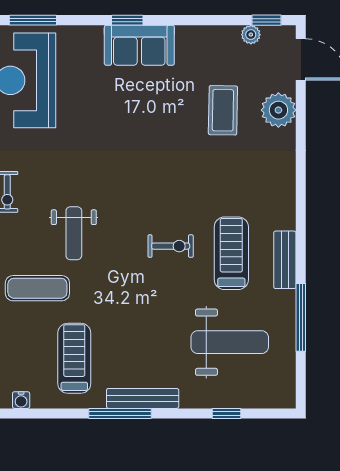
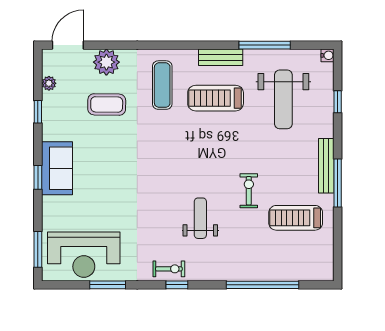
window: (266, 20) -> (38, 112), moved
weight bench: (74, 233) -> (200, 218), turned -90
exercise bike: (171, 246) -> (249, 191), moved
exercise mat: (37, 288) -> (162, 85), moved
weight bench: (230, 342) -> (283, 99), turned 180
water cooler: (21, 400) -> (328, 55), moved

